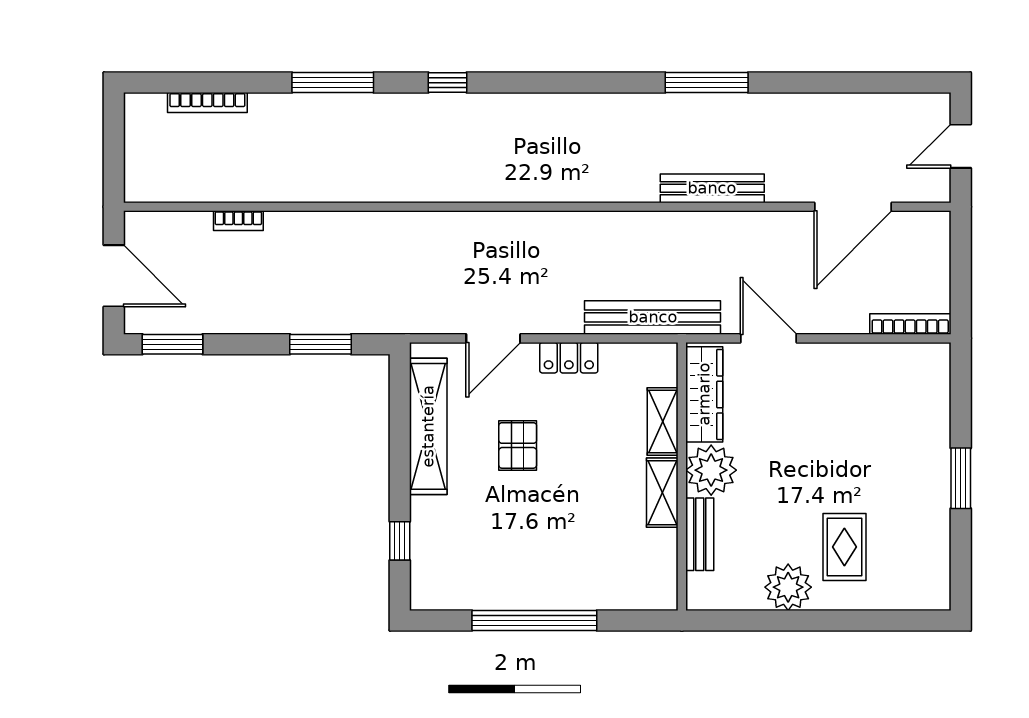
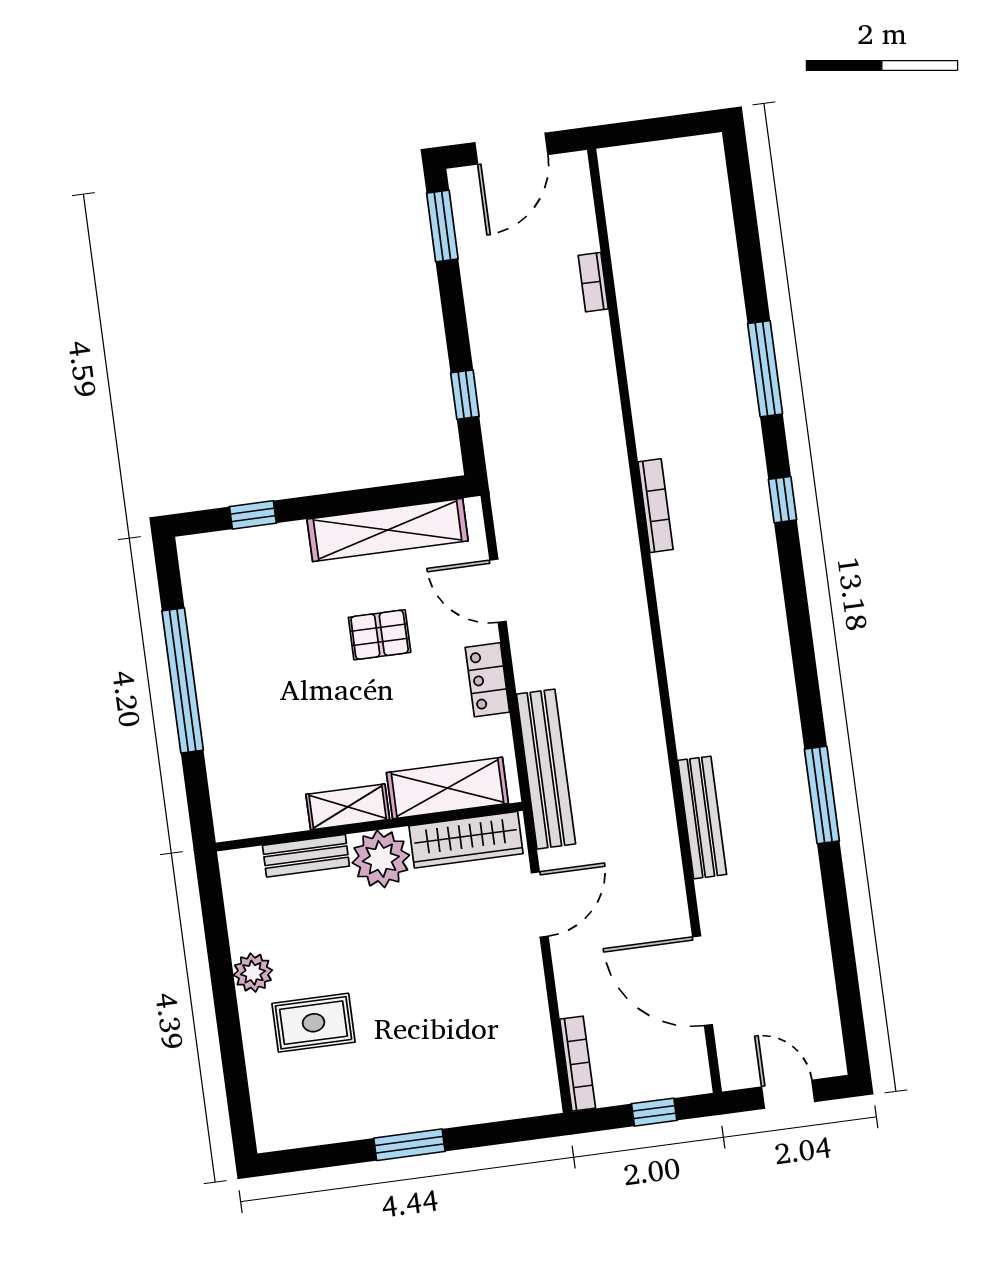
bookcase: (207, 103) -> (656, 506), moved, turned 180
window: (961, 264) -> (654, 1112), added
window: (321, 344) -> (465, 395), width x0.67
shelving: (663, 421) -> (447, 788), width x1.50, depth x1.33
plant: (788, 587) -> (253, 973), width x0.73, depth x0.73

